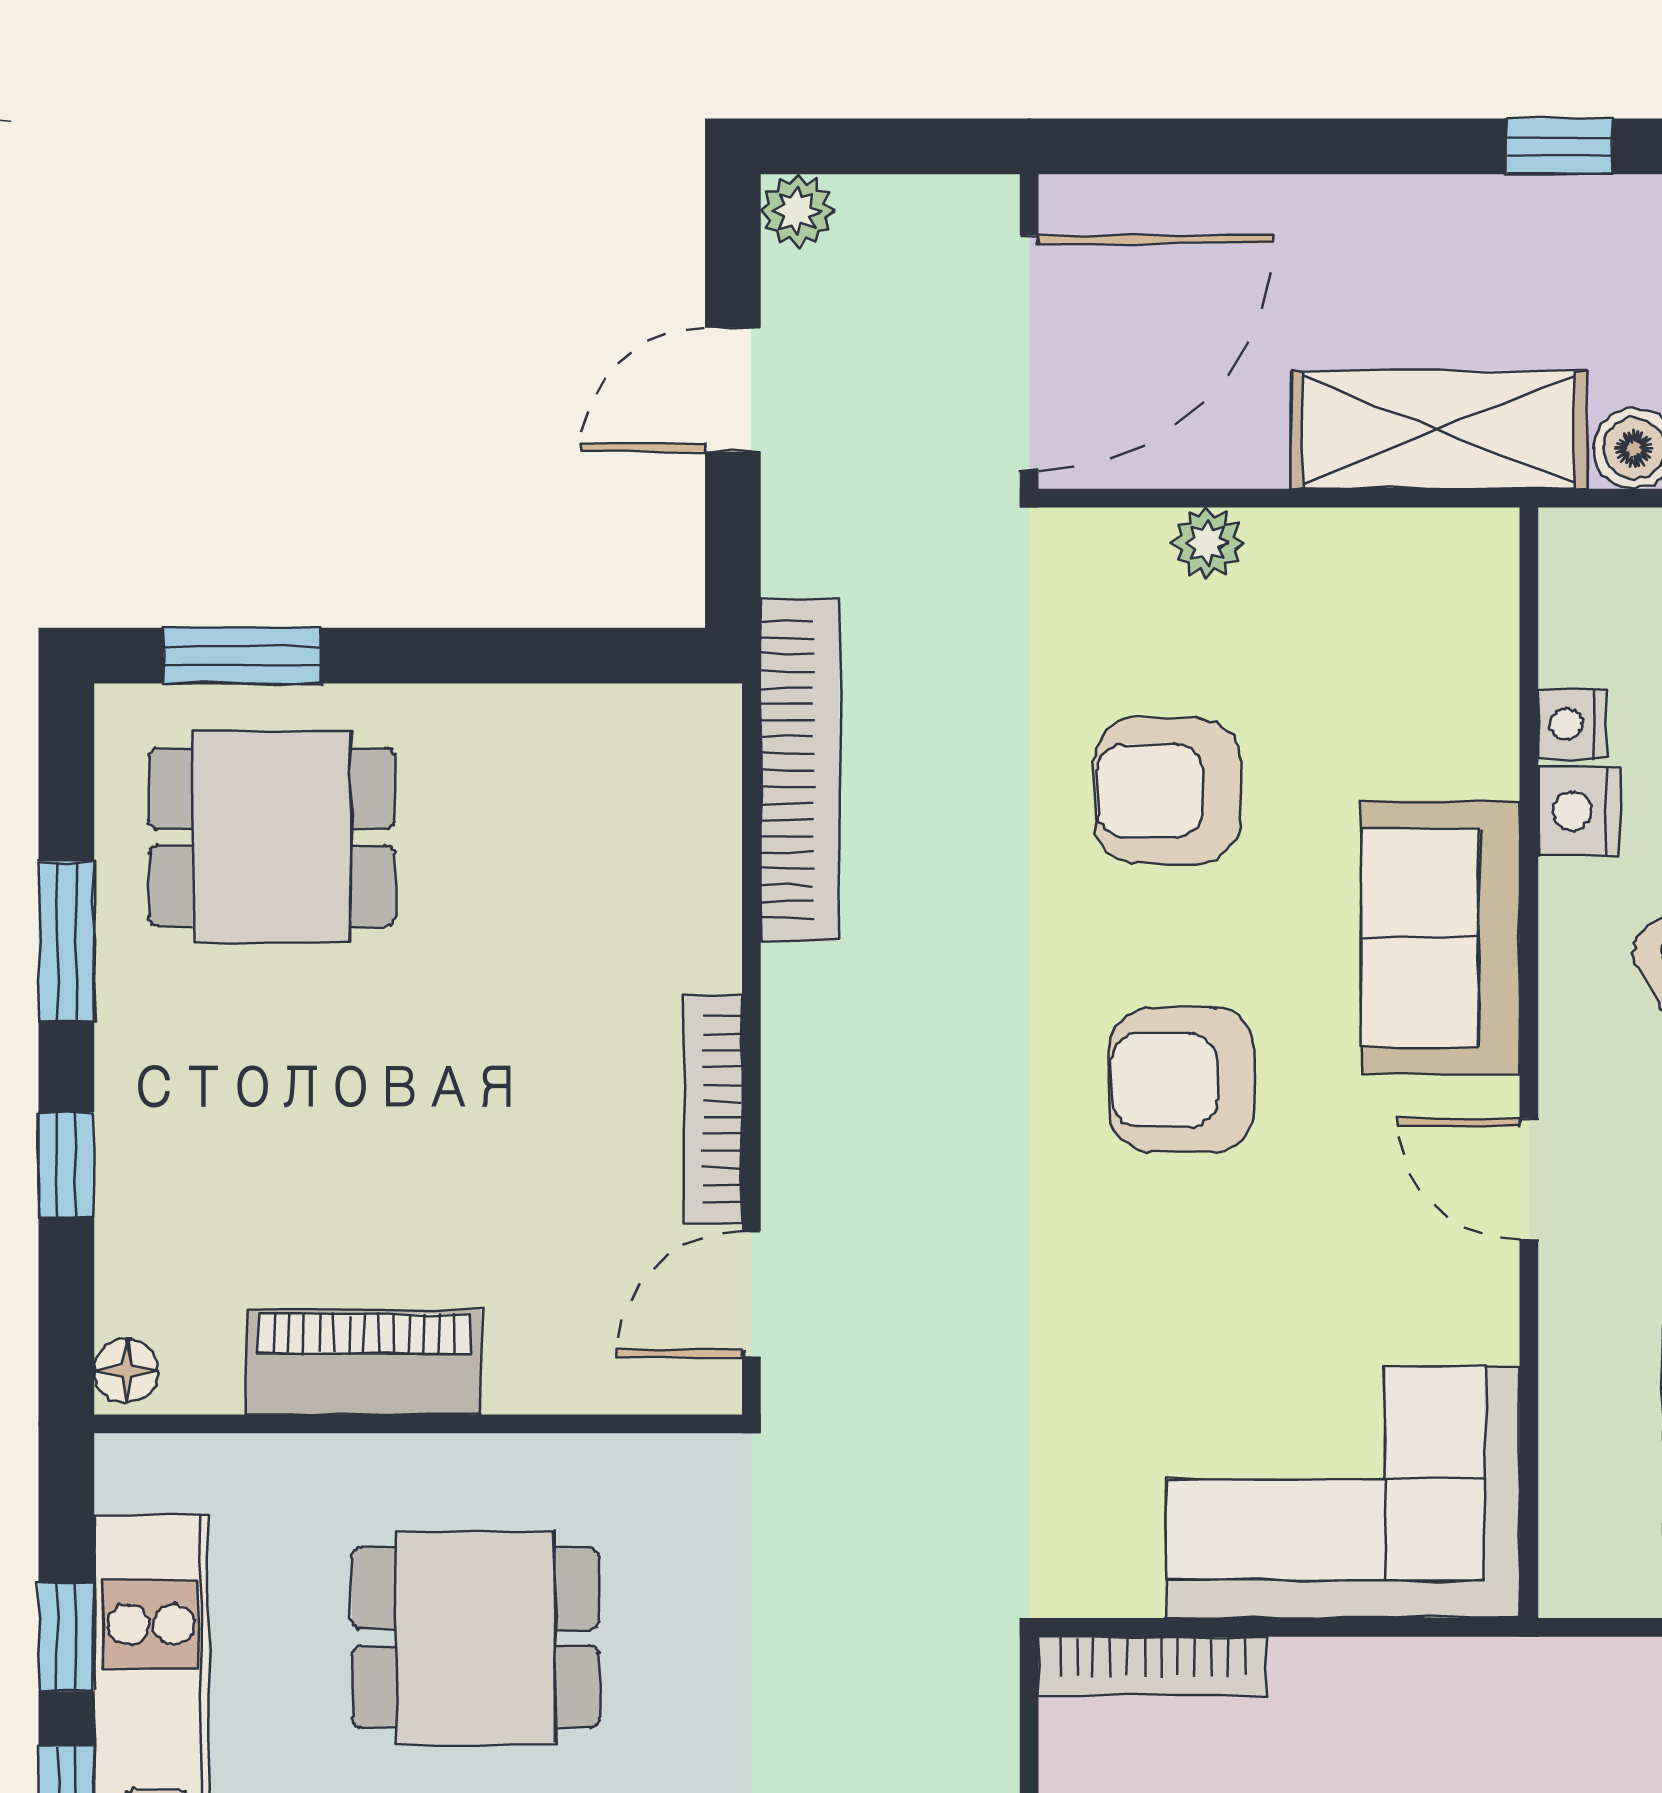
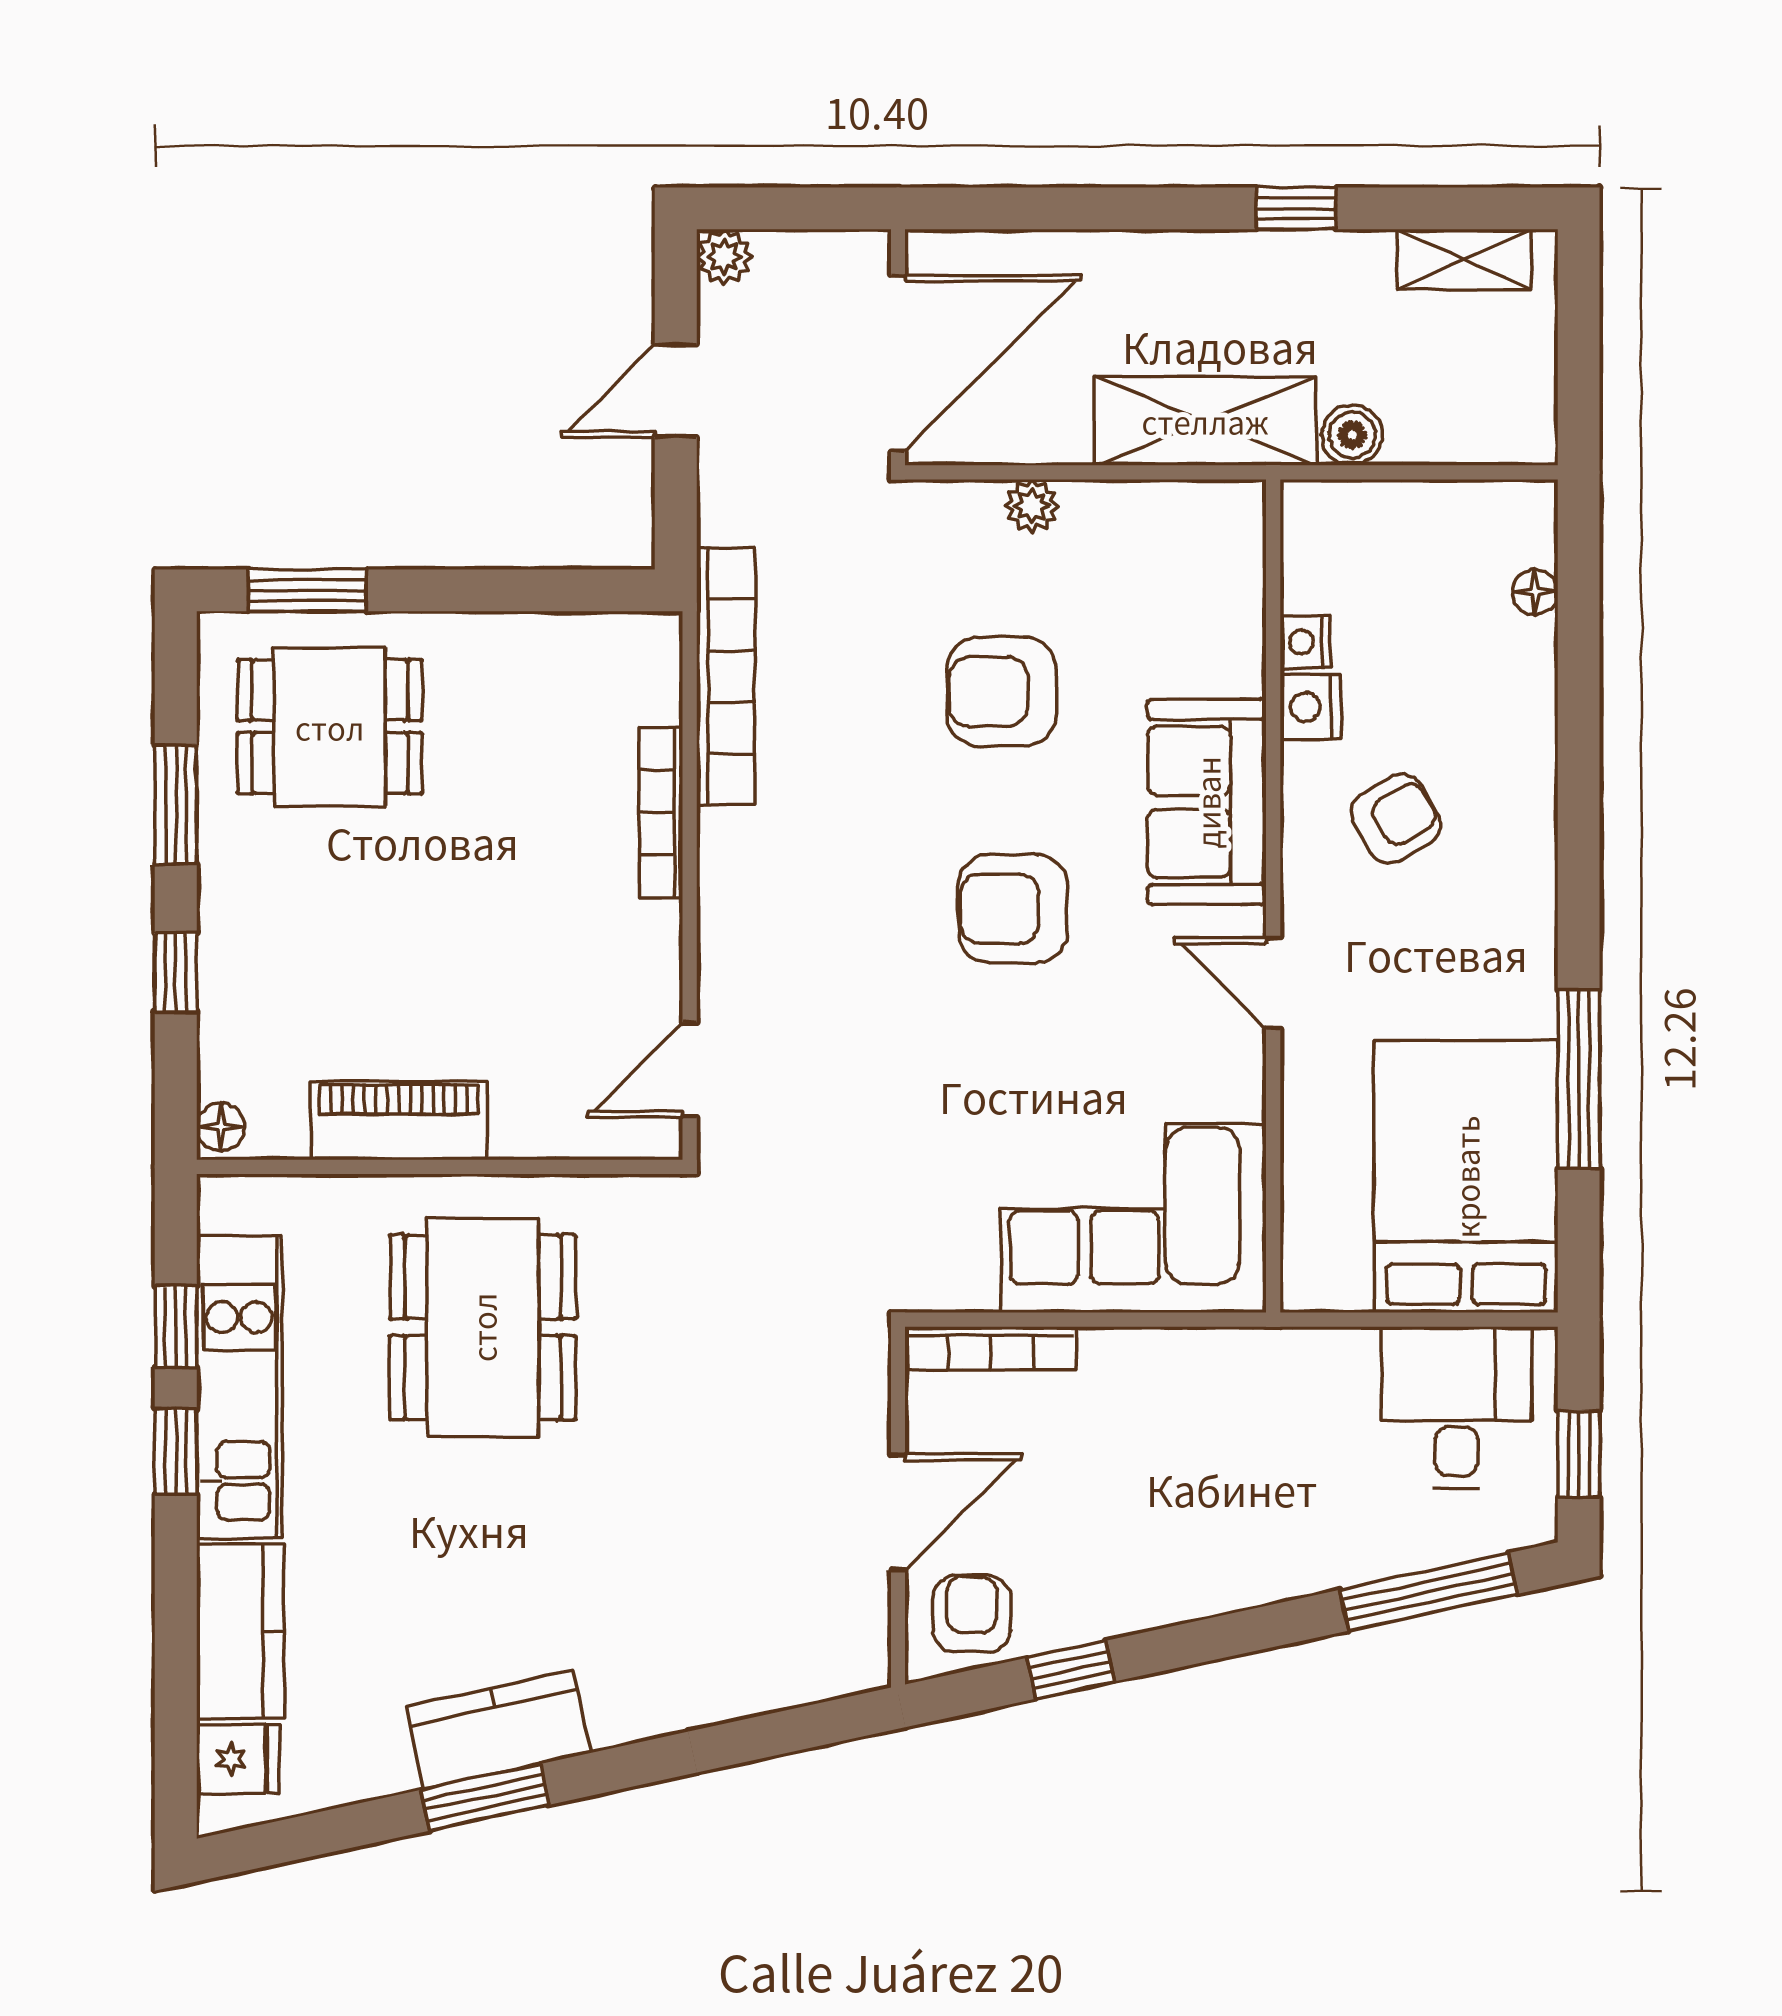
bookcase: (713, 1109) -> (661, 812), moved
dining table: (476, 1638) -> (483, 1327), width x1.38

